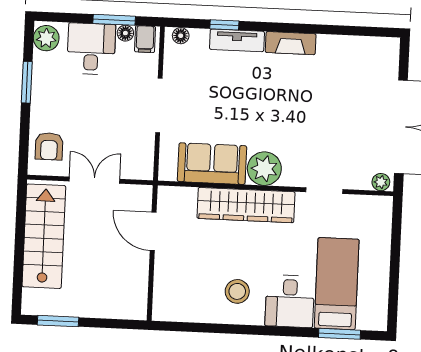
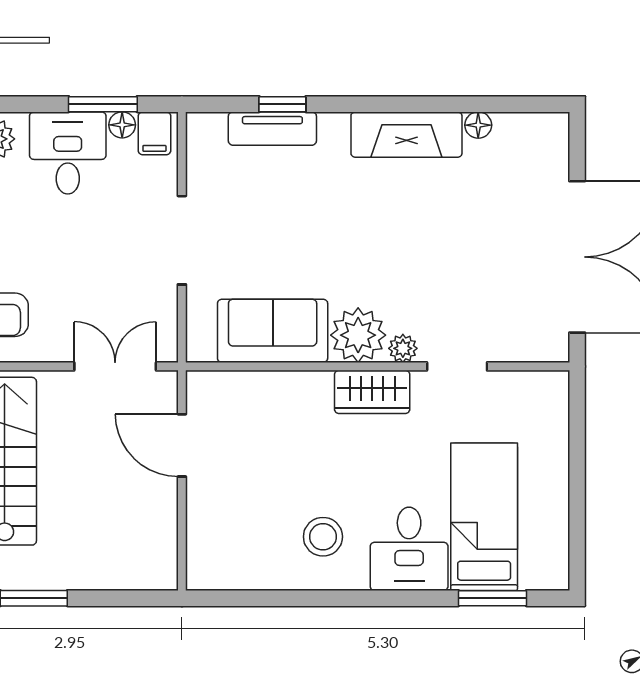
floor lamp: (181, 36) -> (478, 125), moved
tv unit: (237, 40) -> (272, 129), moved
fireplace: (291, 43) -> (406, 135), width x1.37, depth x1.32
double door: (94, 180) -> (115, 366), moved
plant: (381, 182) -> (403, 348), moved
wardrobe: (246, 205) -> (372, 392), width x0.48, depth x0.85

